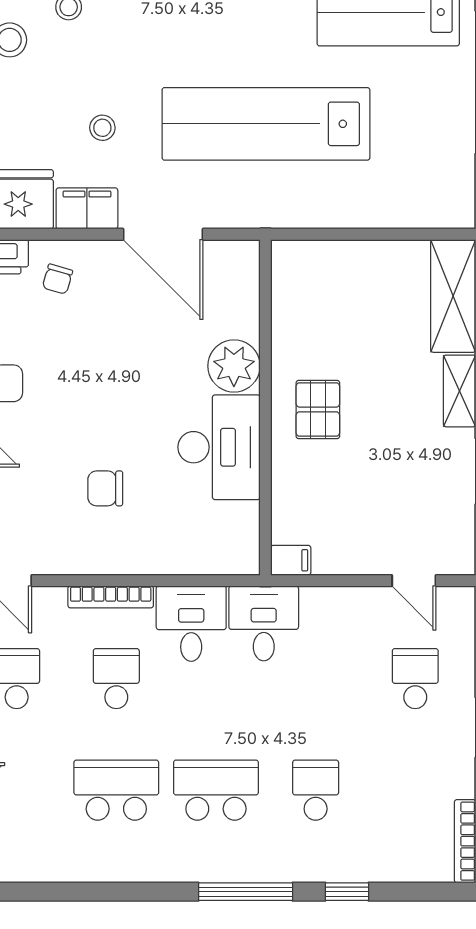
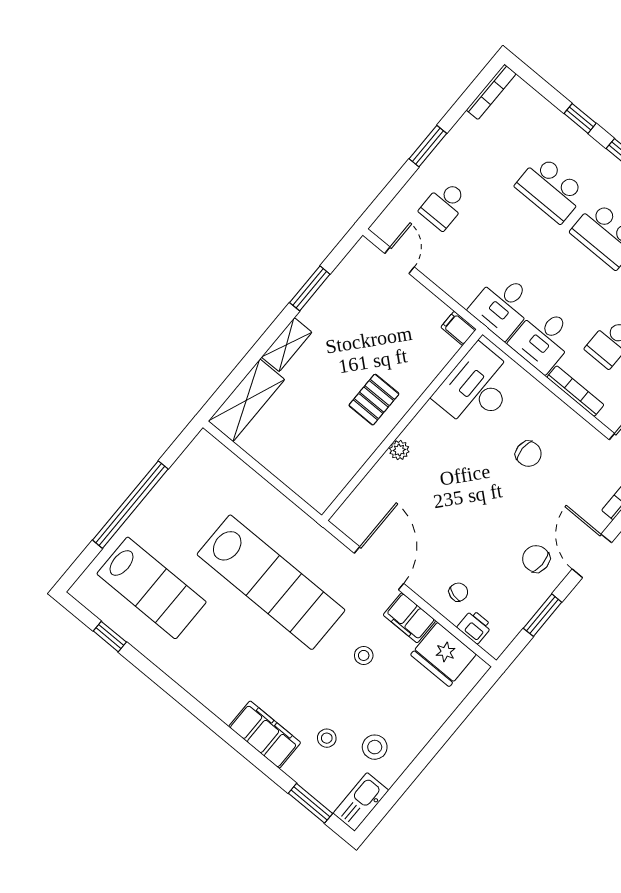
plant: (234, 366) -> (399, 450), width x0.53, depth x0.53
desk: (219, 447) -> (477, 388), moved
school desk: (316, 790) -> (551, 189), width x1.85

